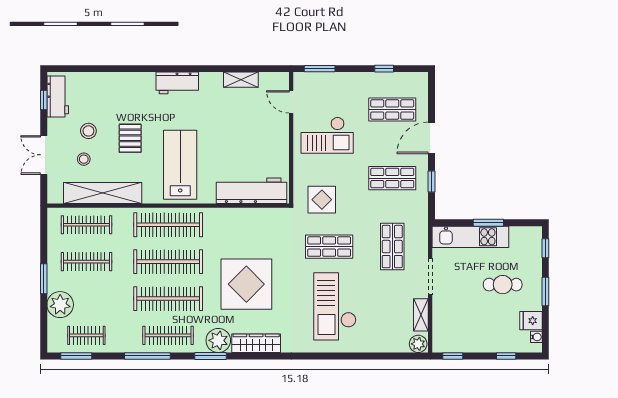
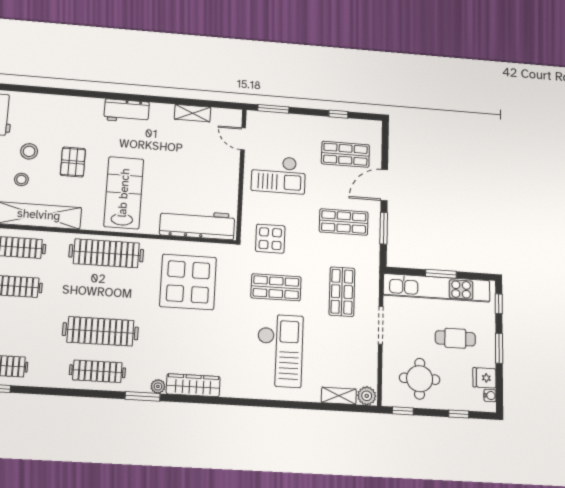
window: (432, 181) -> (384, 228), width x1.50
kitchen unit: (470, 237) -> (437, 288), width x1.36
clothes rail: (168, 262) -> (103, 292), removed
display table: (246, 284) -> (188, 282), moved
checkout: (335, 306) -> (280, 350), turned 180
shelving: (421, 315) -> (339, 396), moved, turned 90
round table: (468, 325) -> (420, 379), added
plant: (218, 340) -> (158, 386), width x0.53, depth x0.53
window: (147, 356) -> (73, 393), removed

